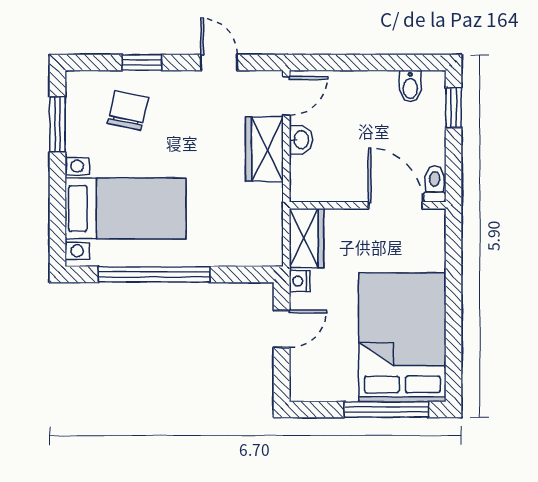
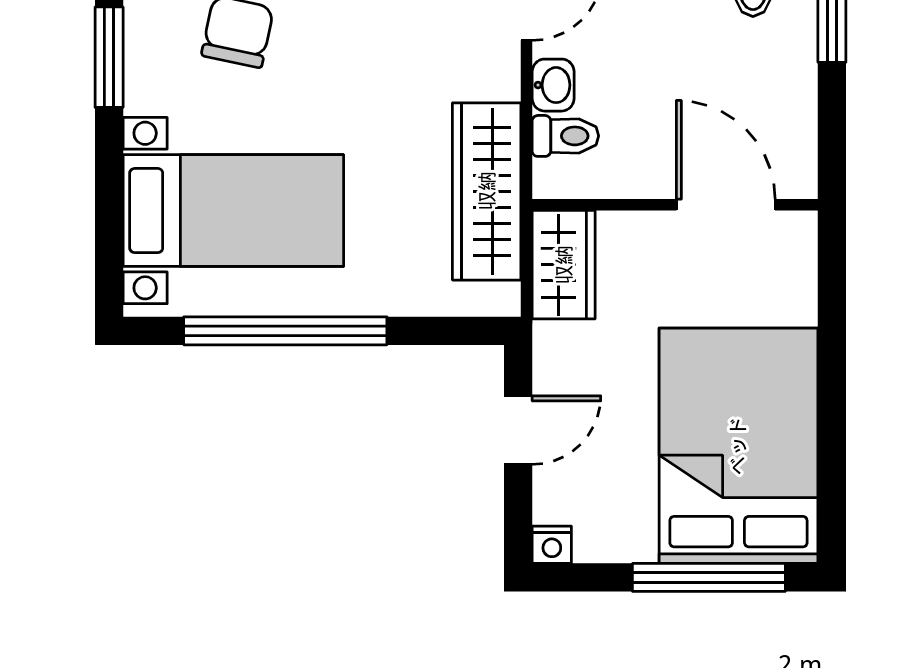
wardrobe: (264, 149) -> (487, 191), moved, width x1.50
toilet: (435, 184) -> (565, 136), moved, turned 90
nightstand: (299, 281) -> (552, 545), moved, turned -90

